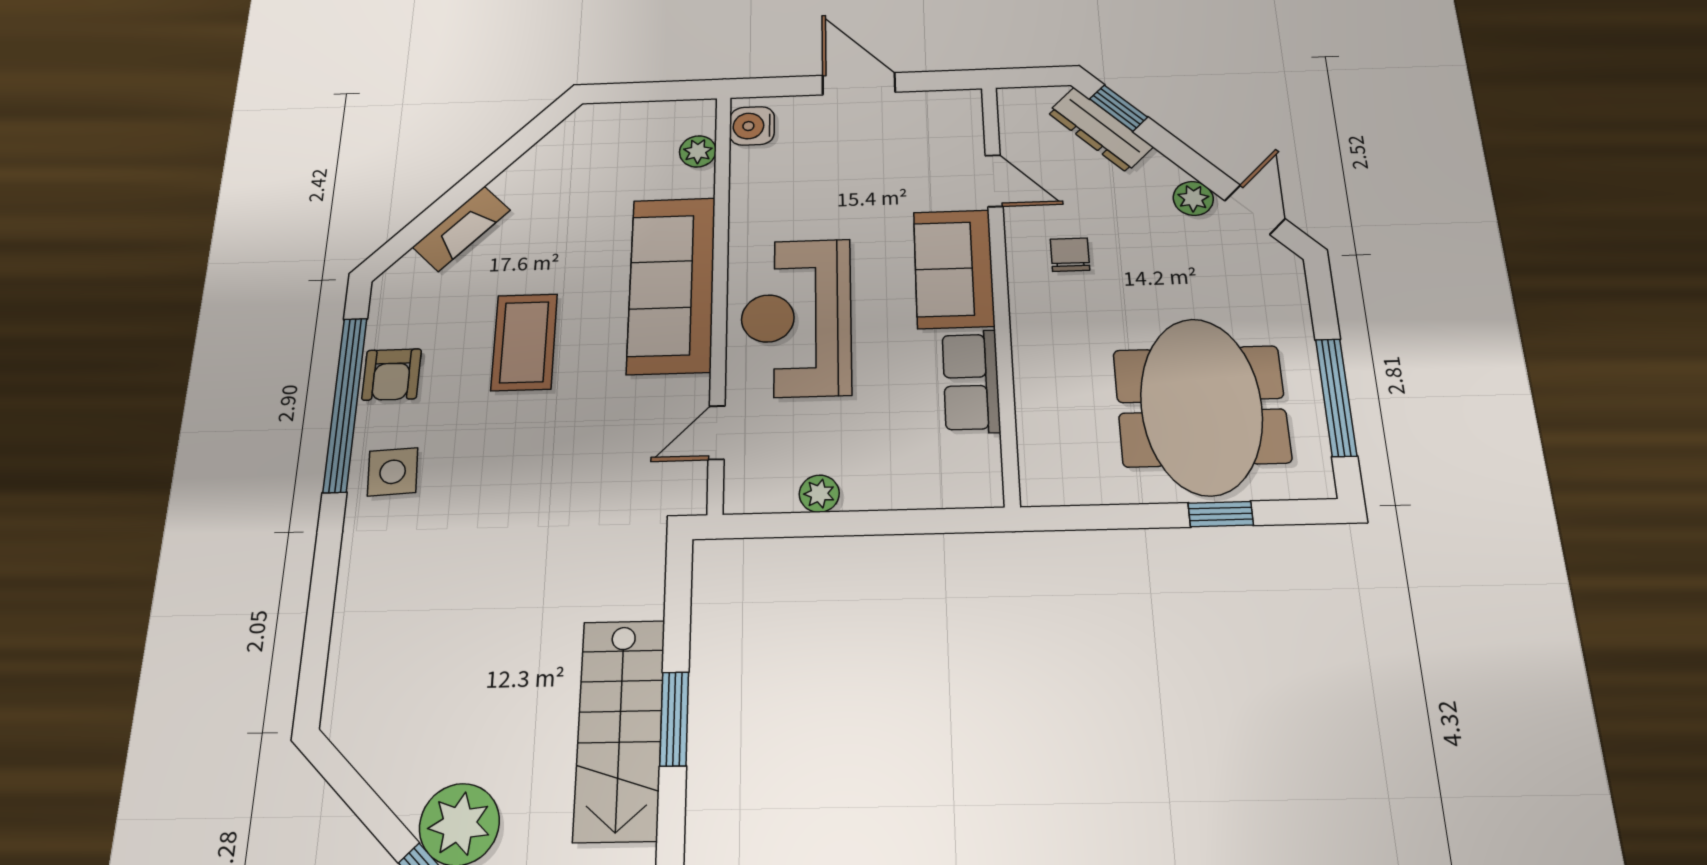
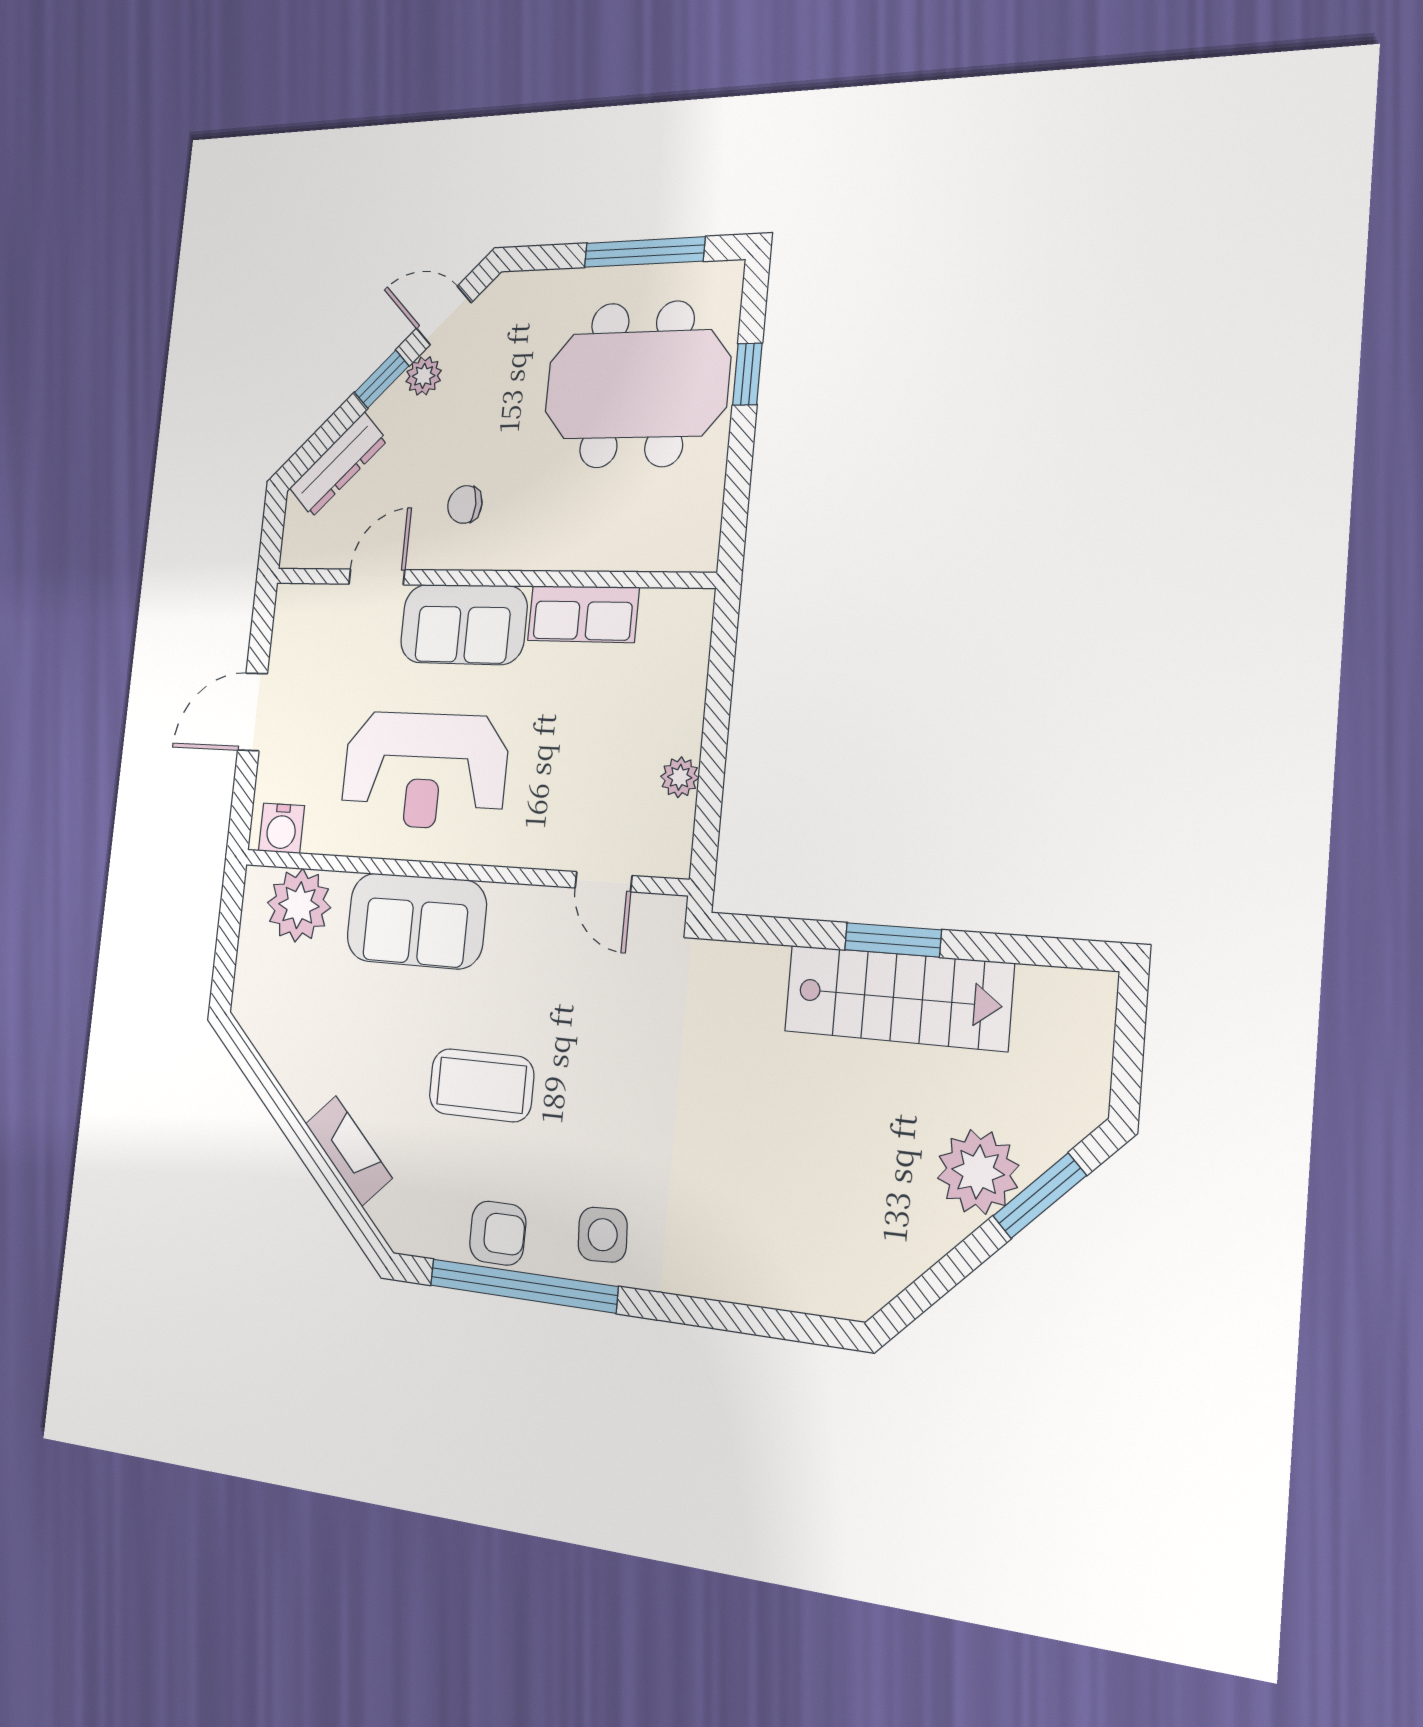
window: (1119, 108) -> (382, 379), moved
plant: (698, 151) -> (299, 905), width x1.88, depth x1.88
sofa: (672, 285) -> (416, 921), width x0.73
reception desk: (796, 318) -> (424, 771), moved

